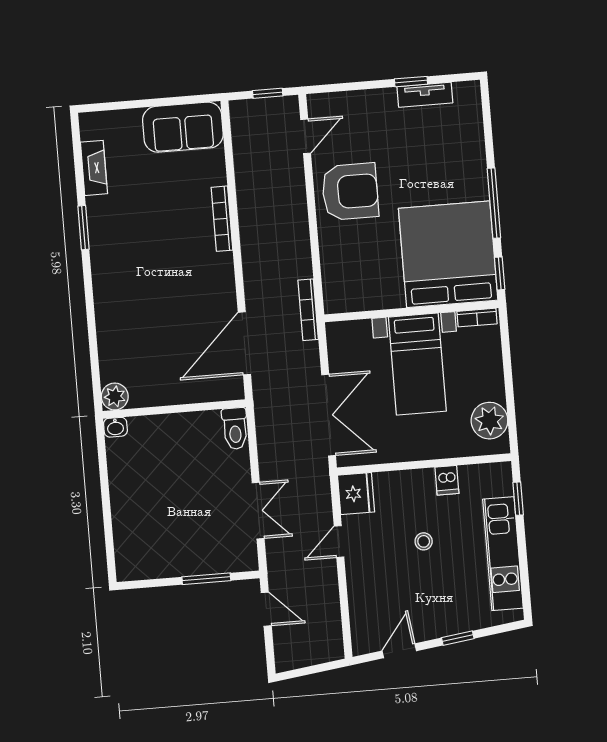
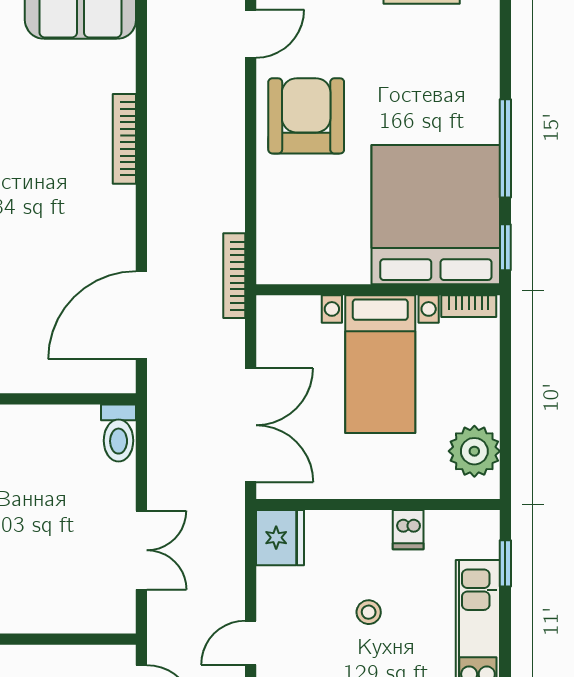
armchair: (350, 192) -> (306, 116), turned -90
door: (339, 542) -> (251, 643), moved
window: (206, 579) -> (61, 639), removed

